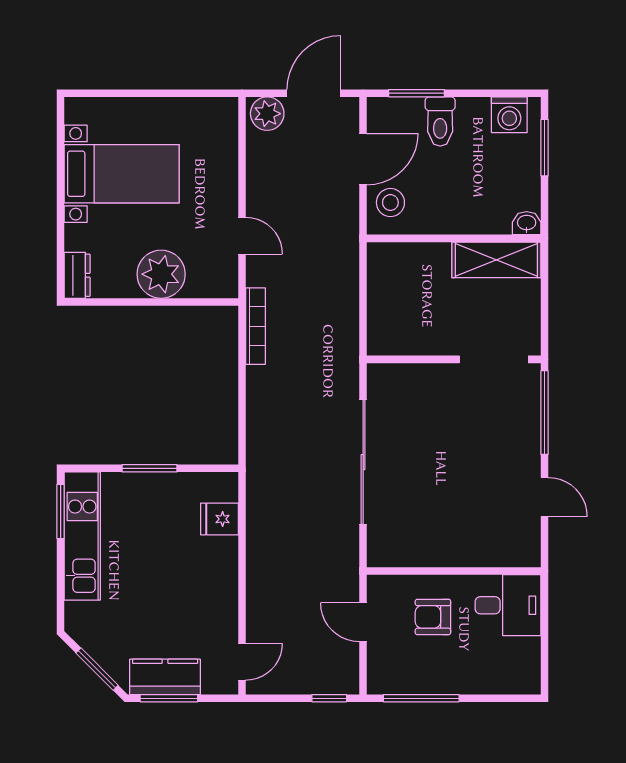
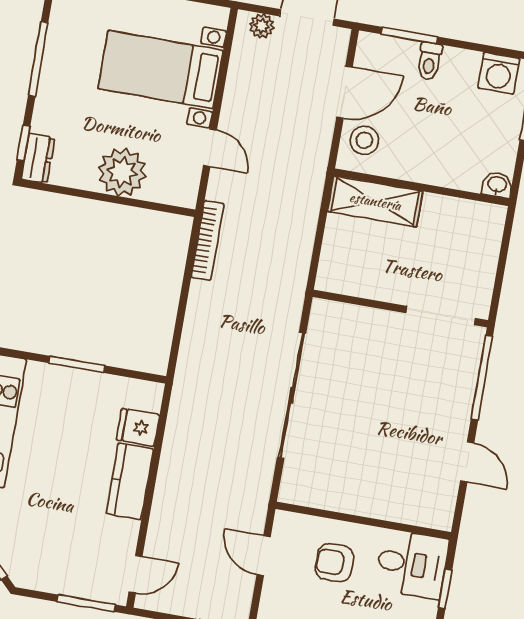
plant: (267, 114) -> (262, 26), width x0.73, depth x0.73
toilet: (440, 121) -> (429, 61), width x0.73, depth x0.72
bed with nightstands: (122, 174) -> (161, 69), moved, turned 180
window: (61, 179) -> (38, 59), added
shelving: (496, 260) -> (375, 201), moved
window: (61, 263) -> (23, 143), added
window: (545, 624) -> (445, 589), added
kitchen counter: (165, 677) -> (130, 481), moved, turned -90
window: (169, 698) -> (86, 603), moved

